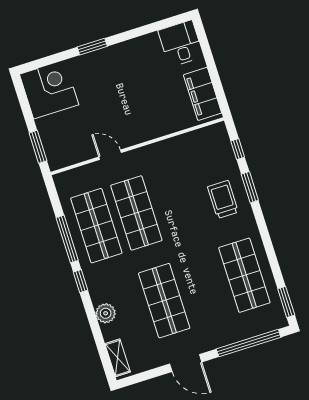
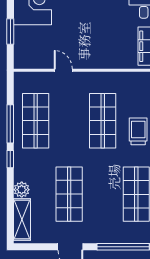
window: (38, 147) -> (10, 32), moved
shop shelf: (136, 213) -> (103, 121), moved
shelving: (118, 358) -> (22, 219), width x1.50, depth x1.33

